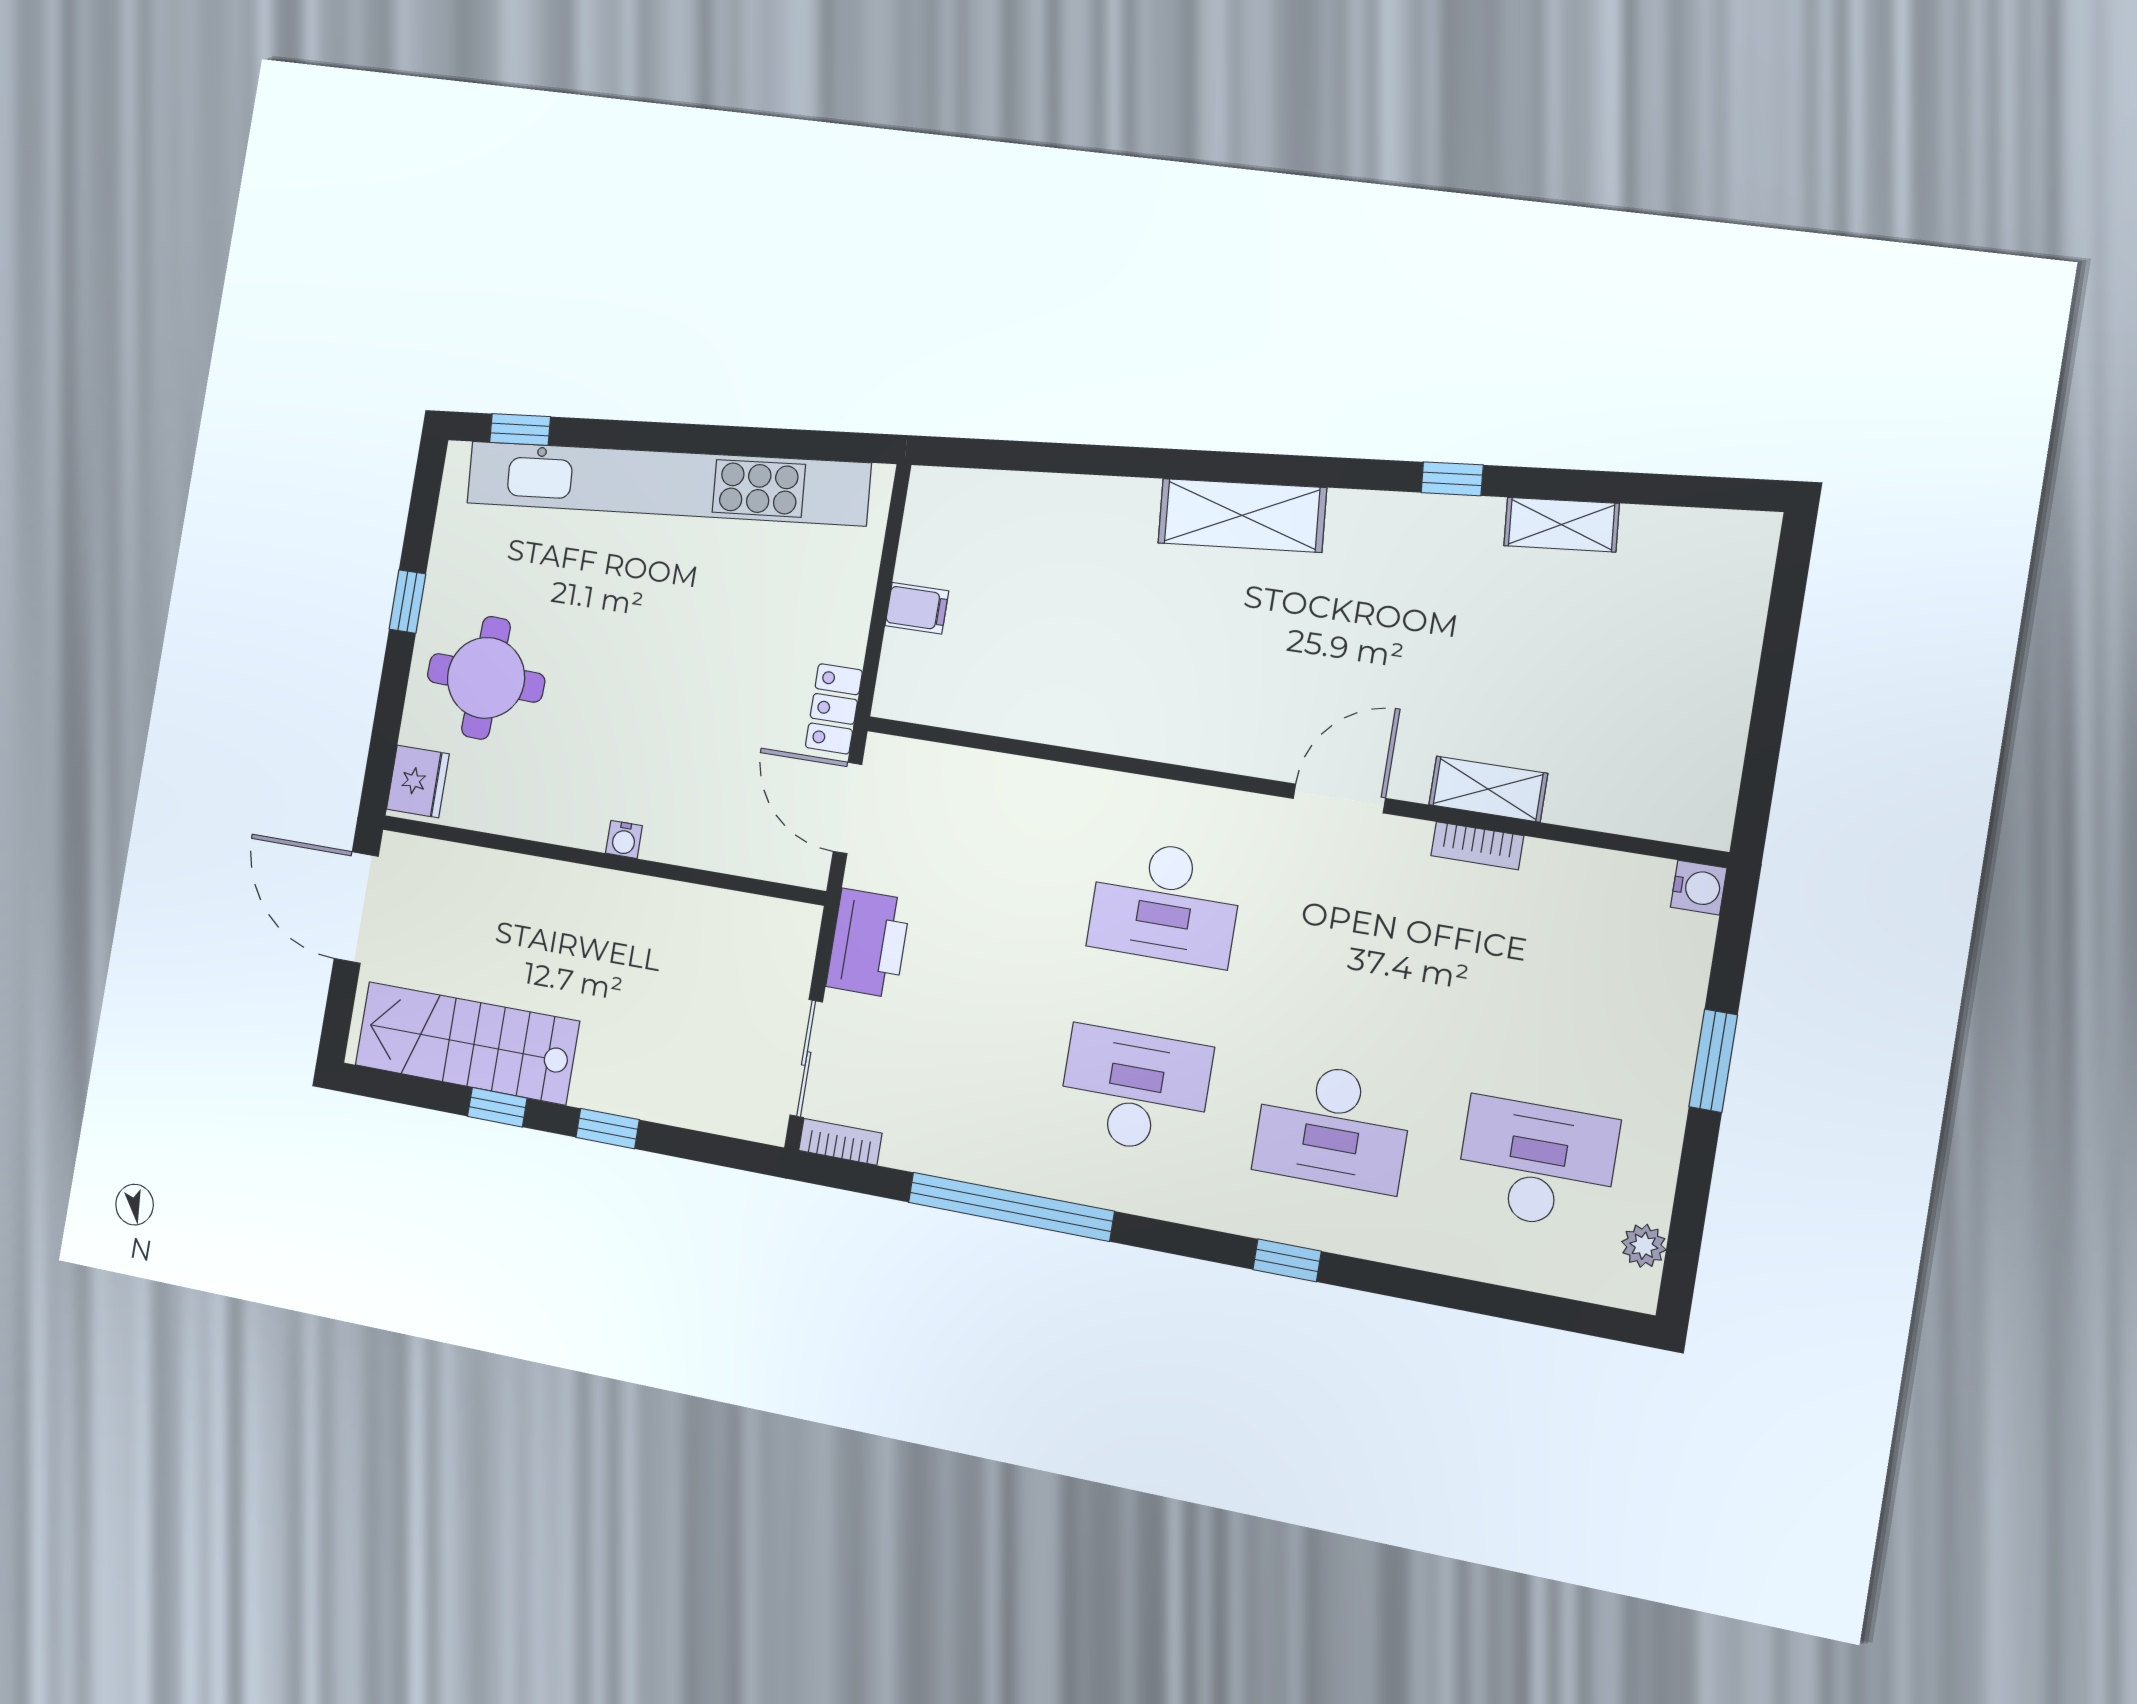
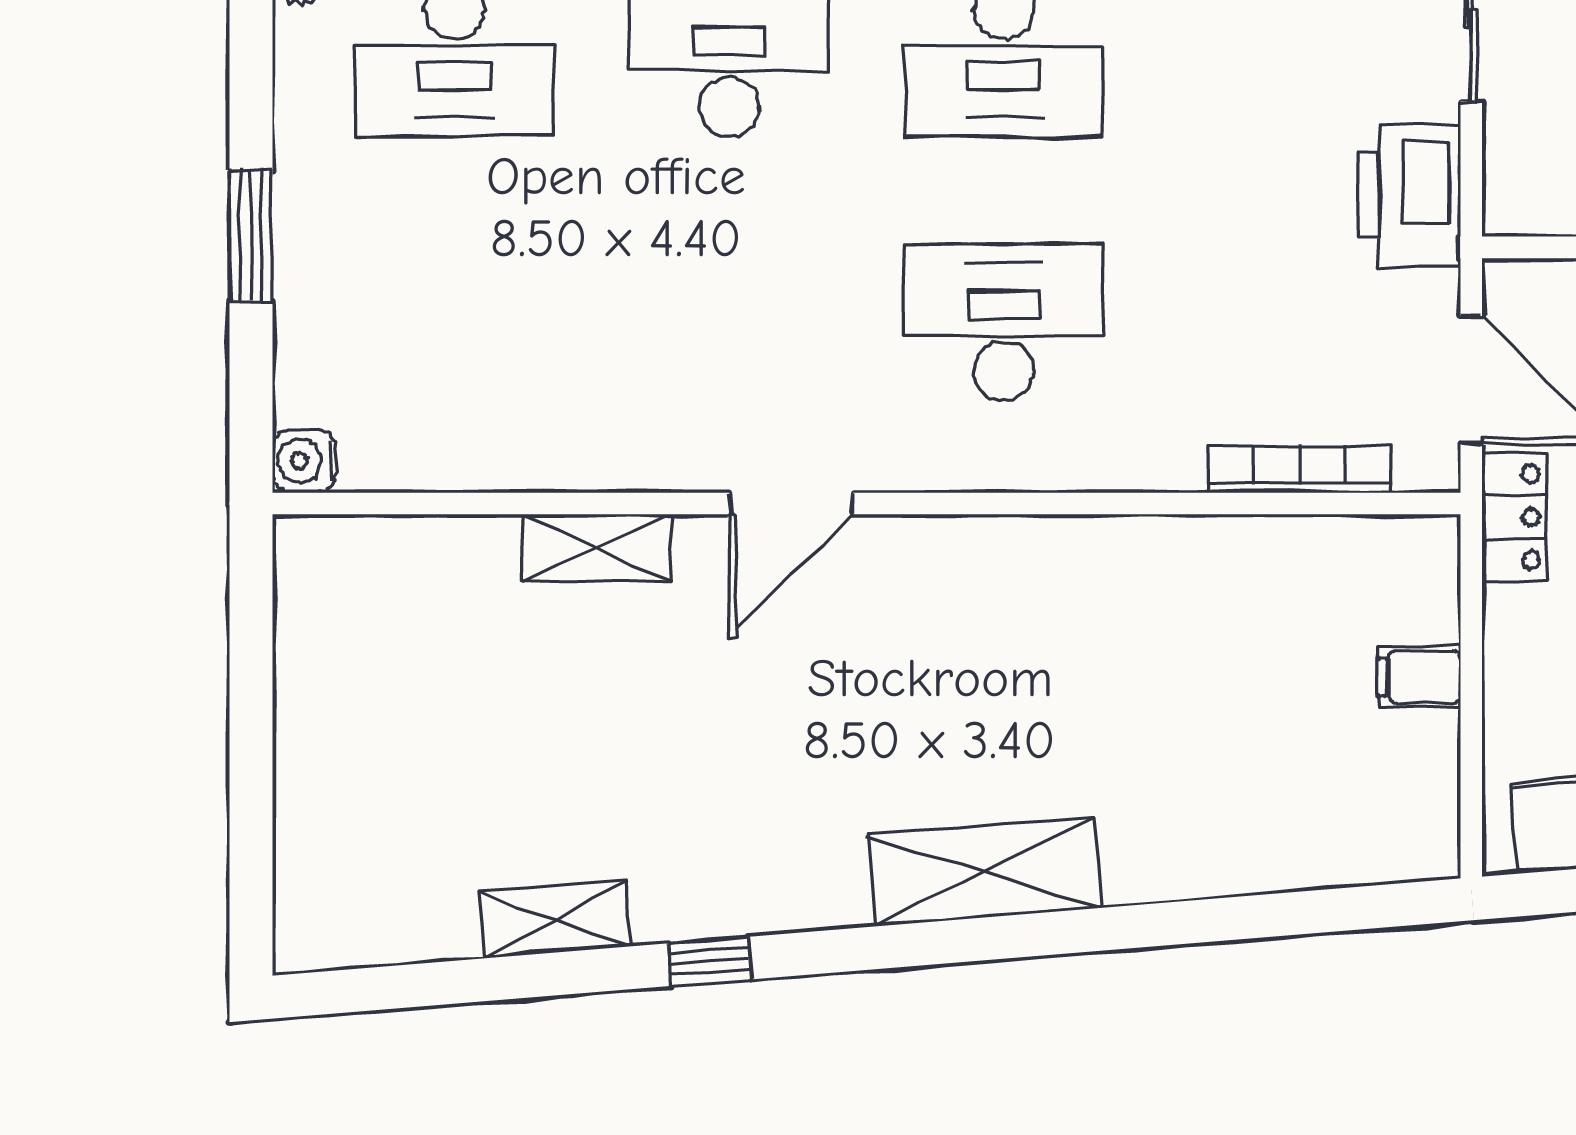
bookcase: (1477, 846) -> (1300, 469), moved, width x1.56

